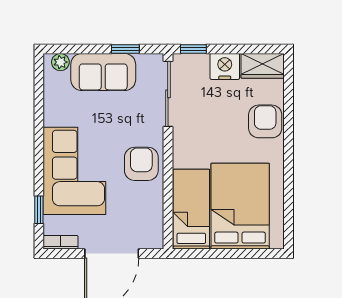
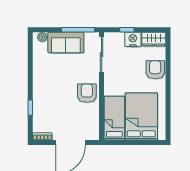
window: (125, 49) -> (78, 30), width x2.17
window: (193, 49) -> (127, 30), moved
corner sofa: (74, 171) -> (50, 97), removed
window: (39, 210) -> (30, 108), moved

